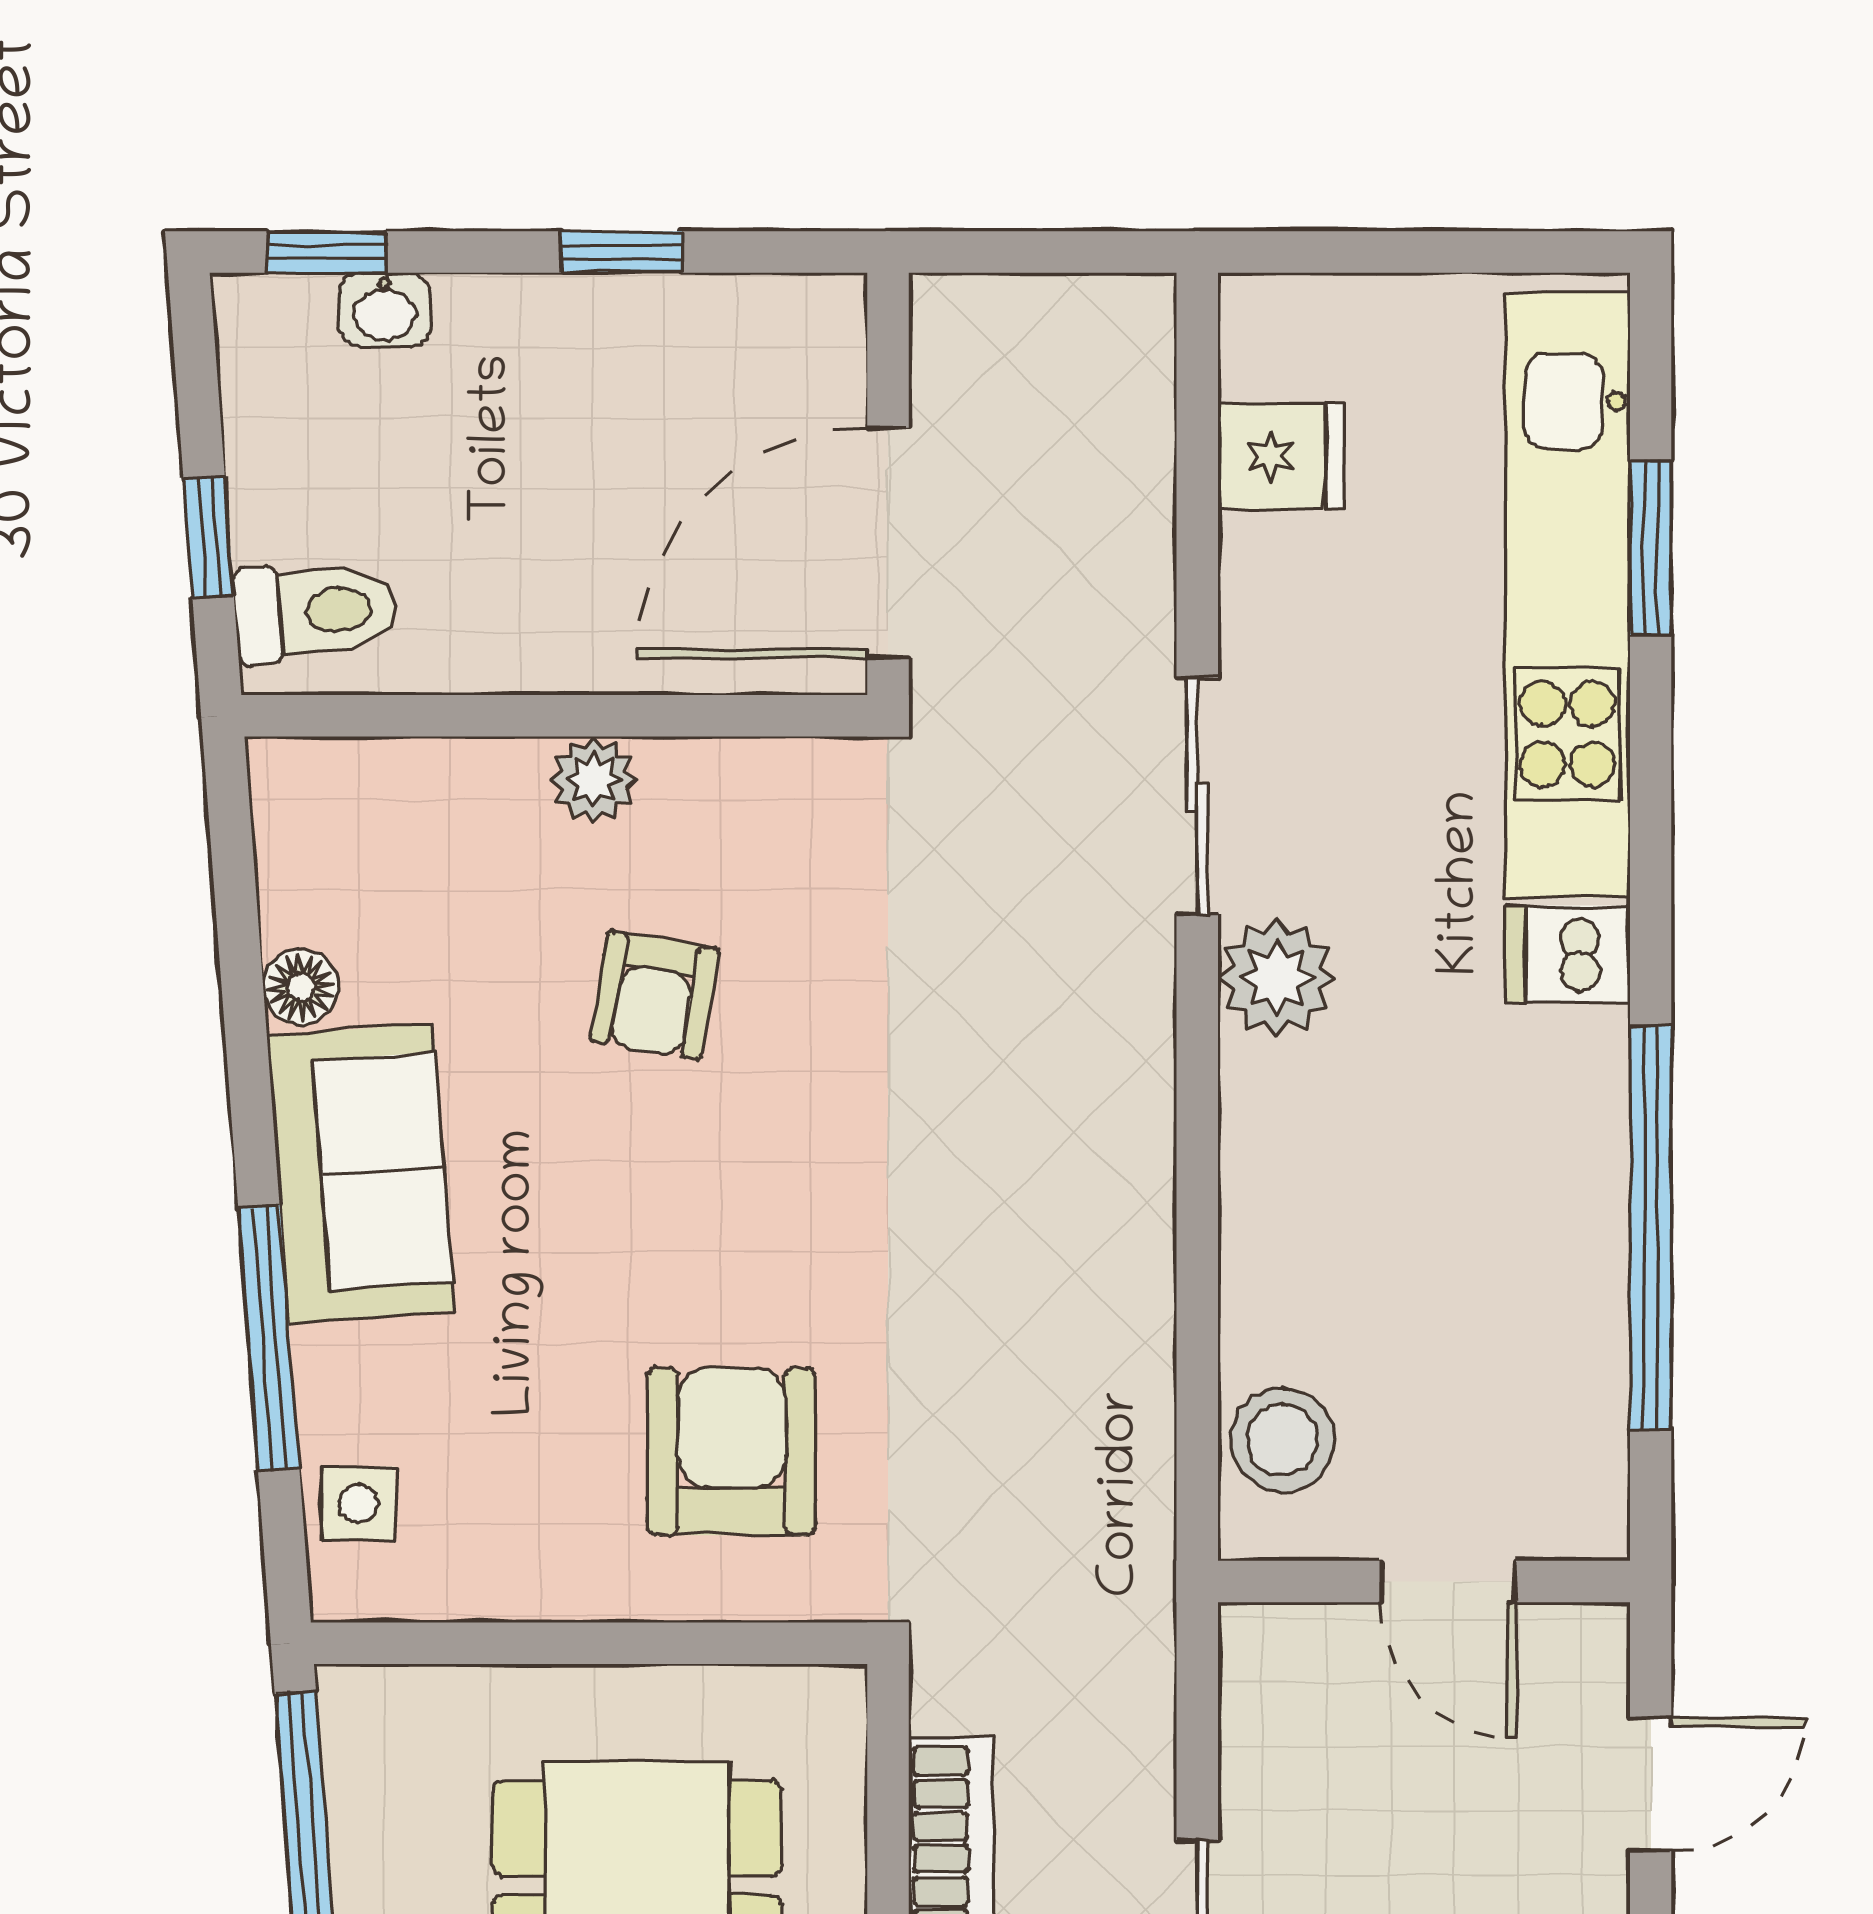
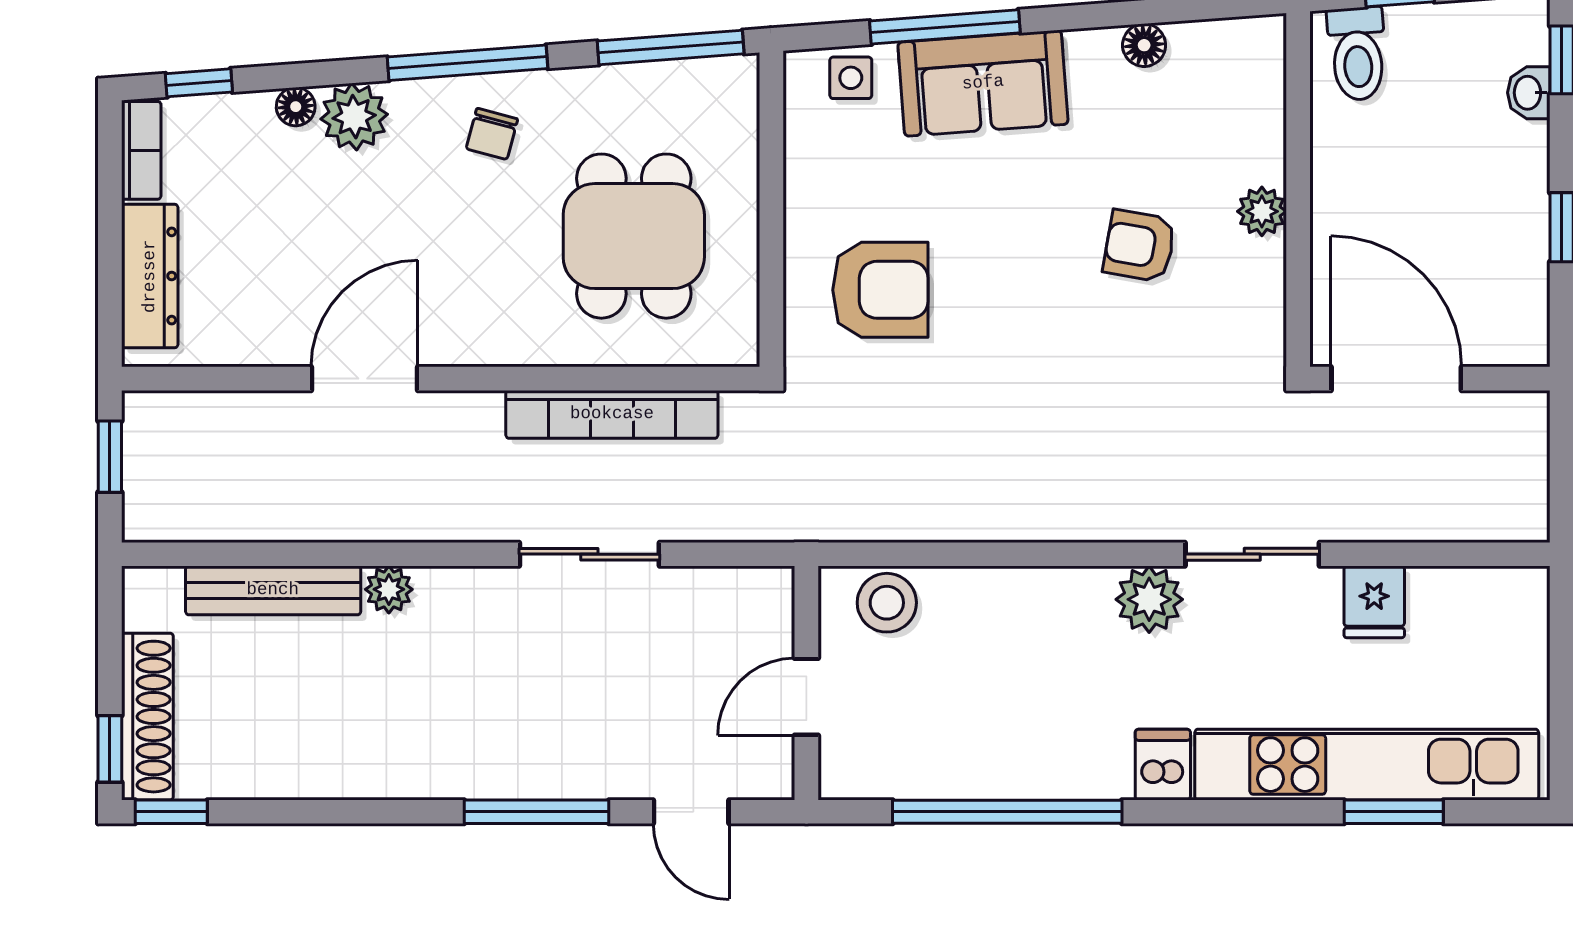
fridge: (1281, 456) -> (1374, 602), moved
sofa: (361, 1173) -> (983, 83), moved

